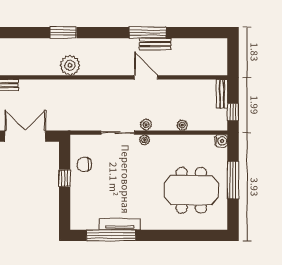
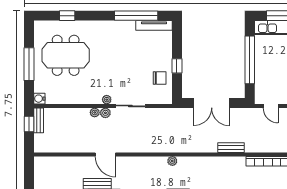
plant: (70, 65) -> (172, 161), width x0.53, depth x0.53
bench: (222, 94) -> (39, 120), moved
plant: (182, 125) -> (95, 112), moved
tv unit: (120, 224) -> (154, 25), moved
window: (190, 235) -> (67, 16), added

